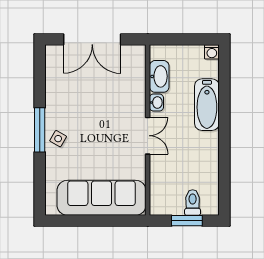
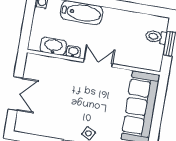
double door: (92, 39) -> (16, 94), width x0.73

